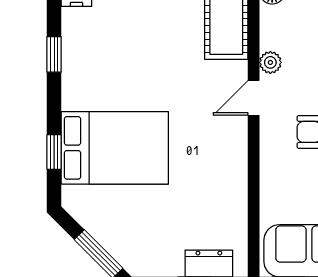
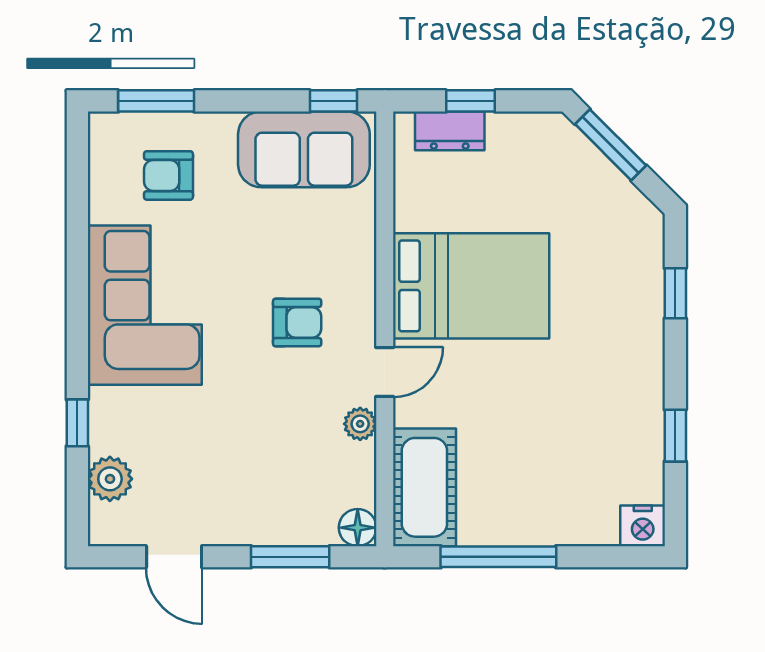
bed: (115, 148) -> (471, 286), moved, turned 180

